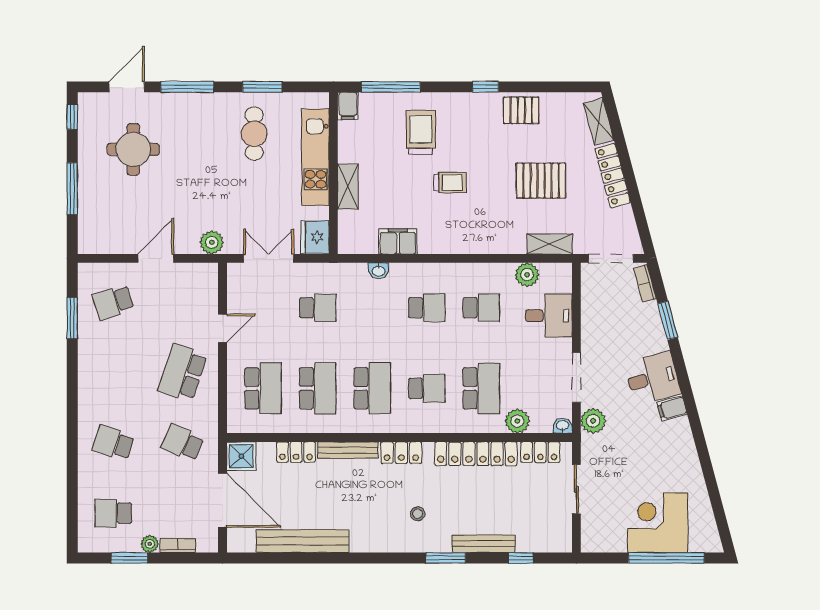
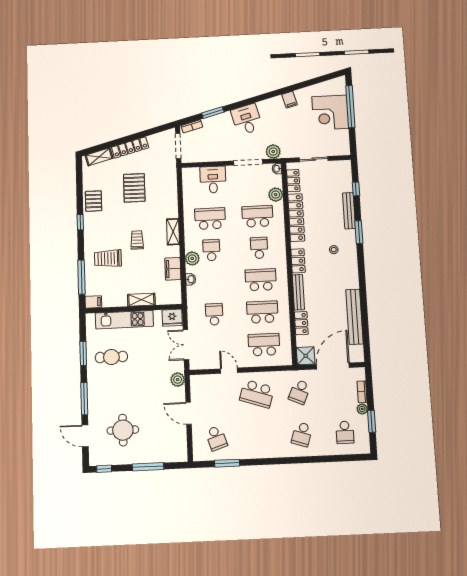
shelving: (550, 244) -> (173, 232), moved
plant: (527, 275) -> (192, 258), moved
school desk: (481, 308) -> (210, 219), width x1.85
filing cabinet: (672, 408) -> (290, 100), moved

